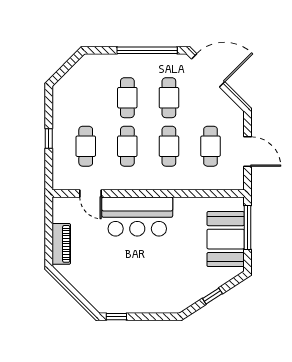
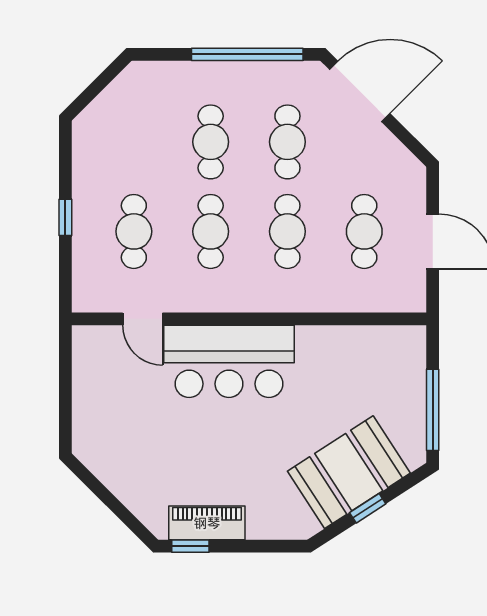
window: (248, 227) -> (433, 410), moved
booth: (226, 239) -> (349, 472), moved, turned 57
piano: (61, 244) -> (207, 523), moved, turned -90

